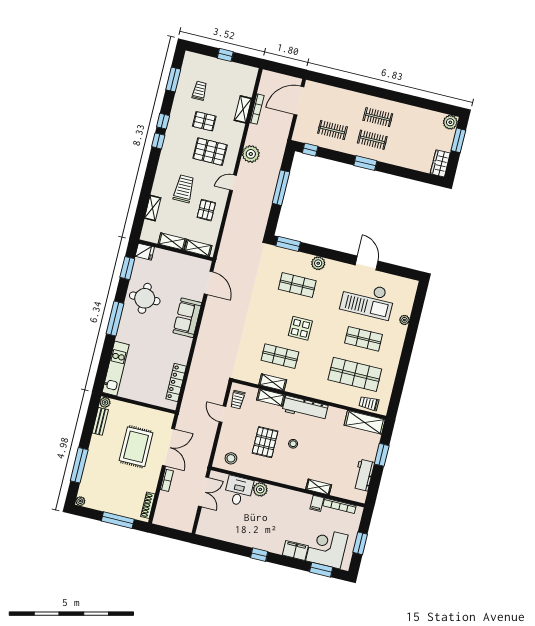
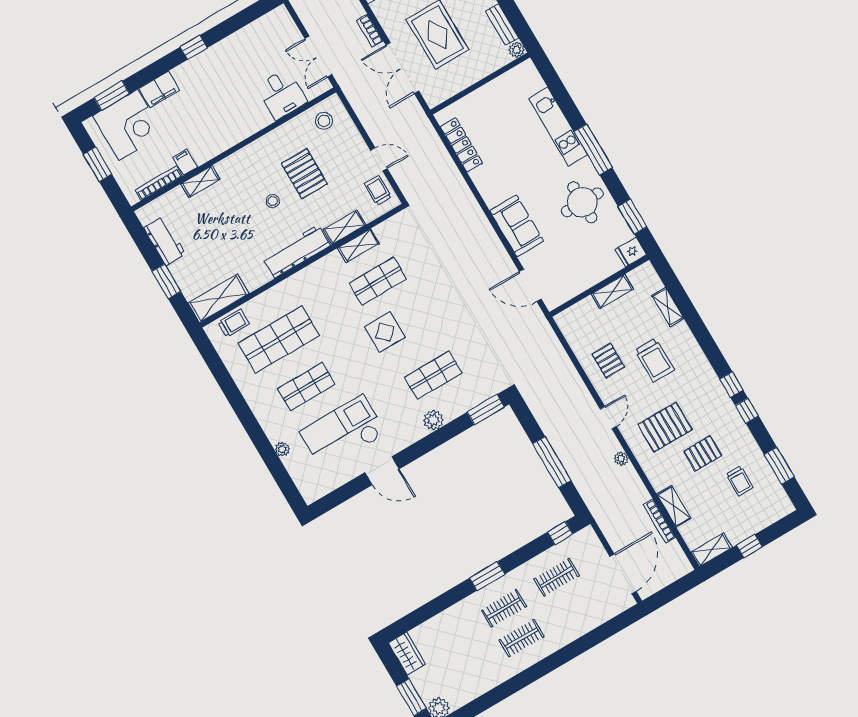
plant: (251, 154) -> (621, 459), width x0.53, depth x0.53
shelving: (198, 248) -> (711, 550), moved
kitchen unit: (116, 368) -> (558, 127), moved
plant: (260, 489) -> (260, 118), removed

